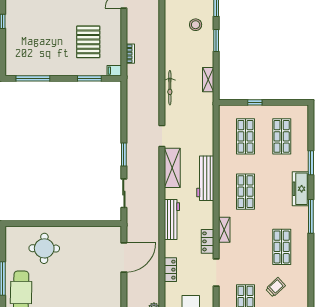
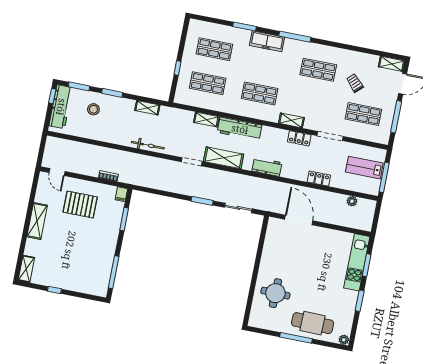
pallet: (88, 42) -> (80, 205), moved
shelving: (208, 142) -> (206, 120), added
workbench: (172, 219) -> (267, 167), width x0.73

